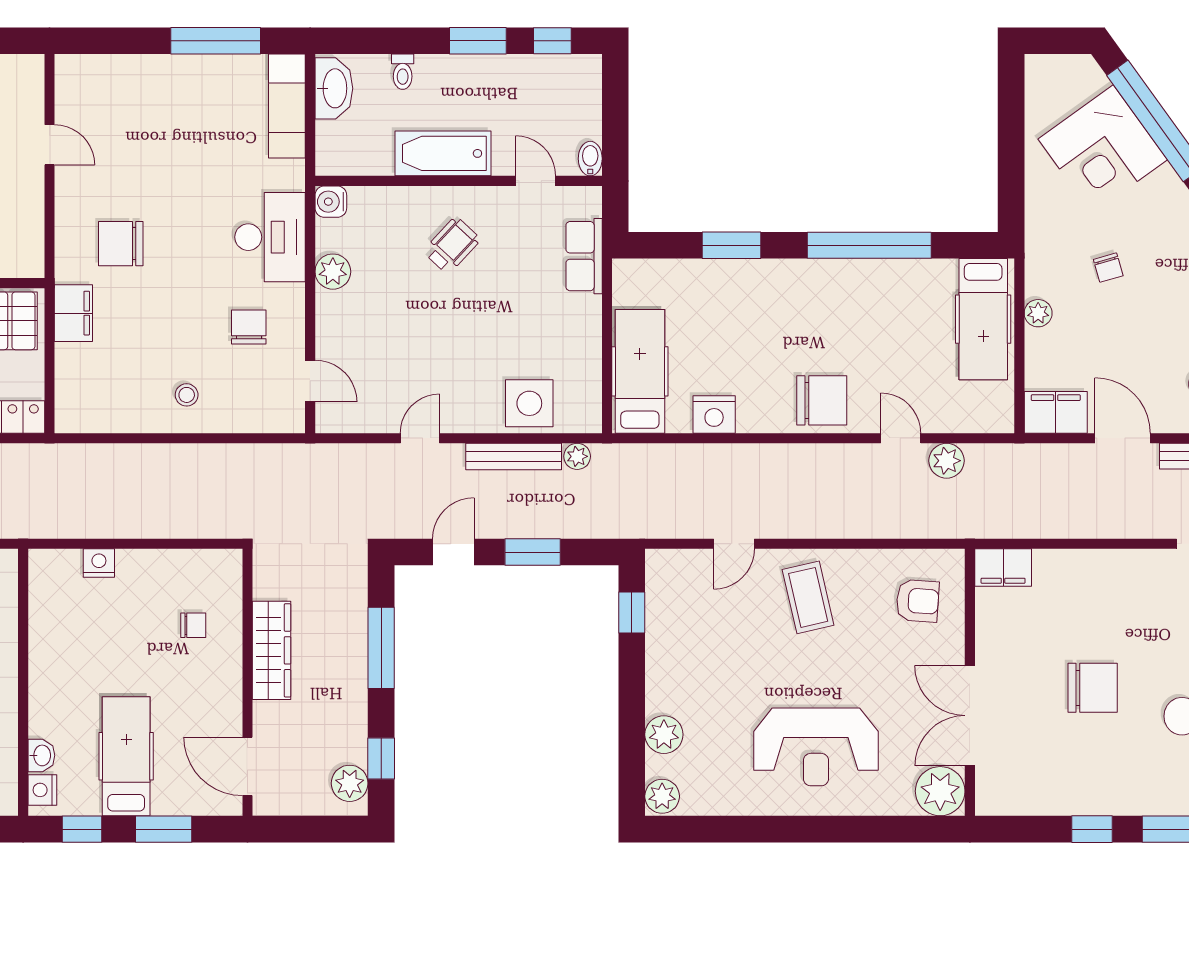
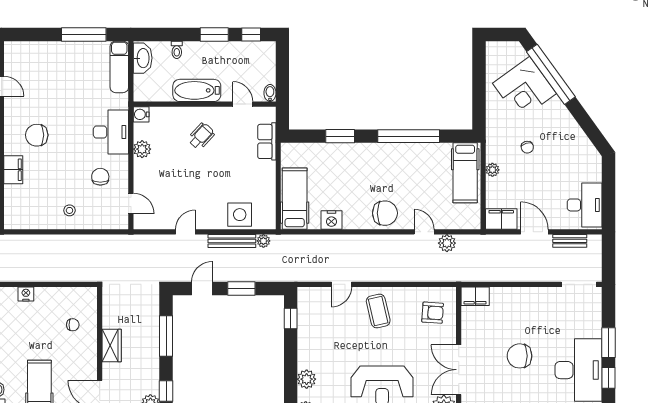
wardrobe: (271, 650) -> (112, 345), width x0.67
chair: (1093, 688) -> (520, 356), turned 180

